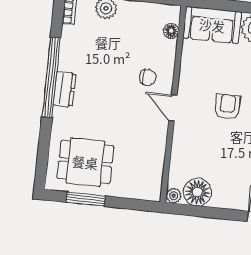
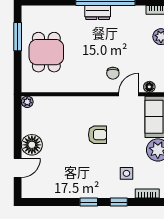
door: (173, 108) -> (129, 94), moved
dining table: (85, 162) -> (46, 52), moved
floor lamp: (197, 192) -> (32, 145), moved

